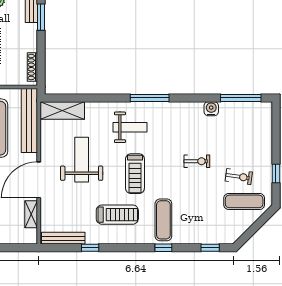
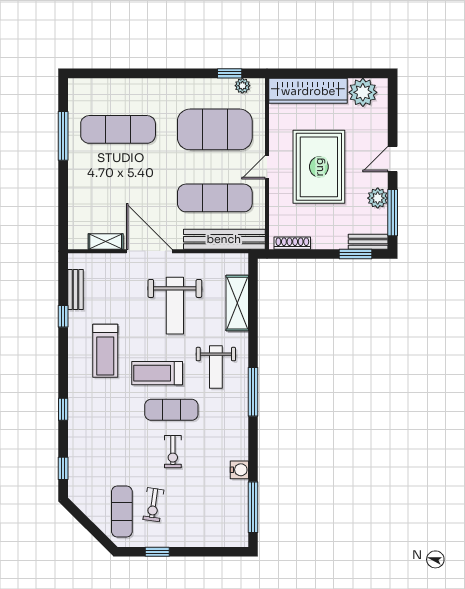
shelving: (62, 110) -> (237, 303), moved
weight bench: (82, 160) -> (175, 306), turned 90
exercise mat: (163, 220) -> (171, 410), moved
bench: (63, 238) -> (75, 290), width x0.73

